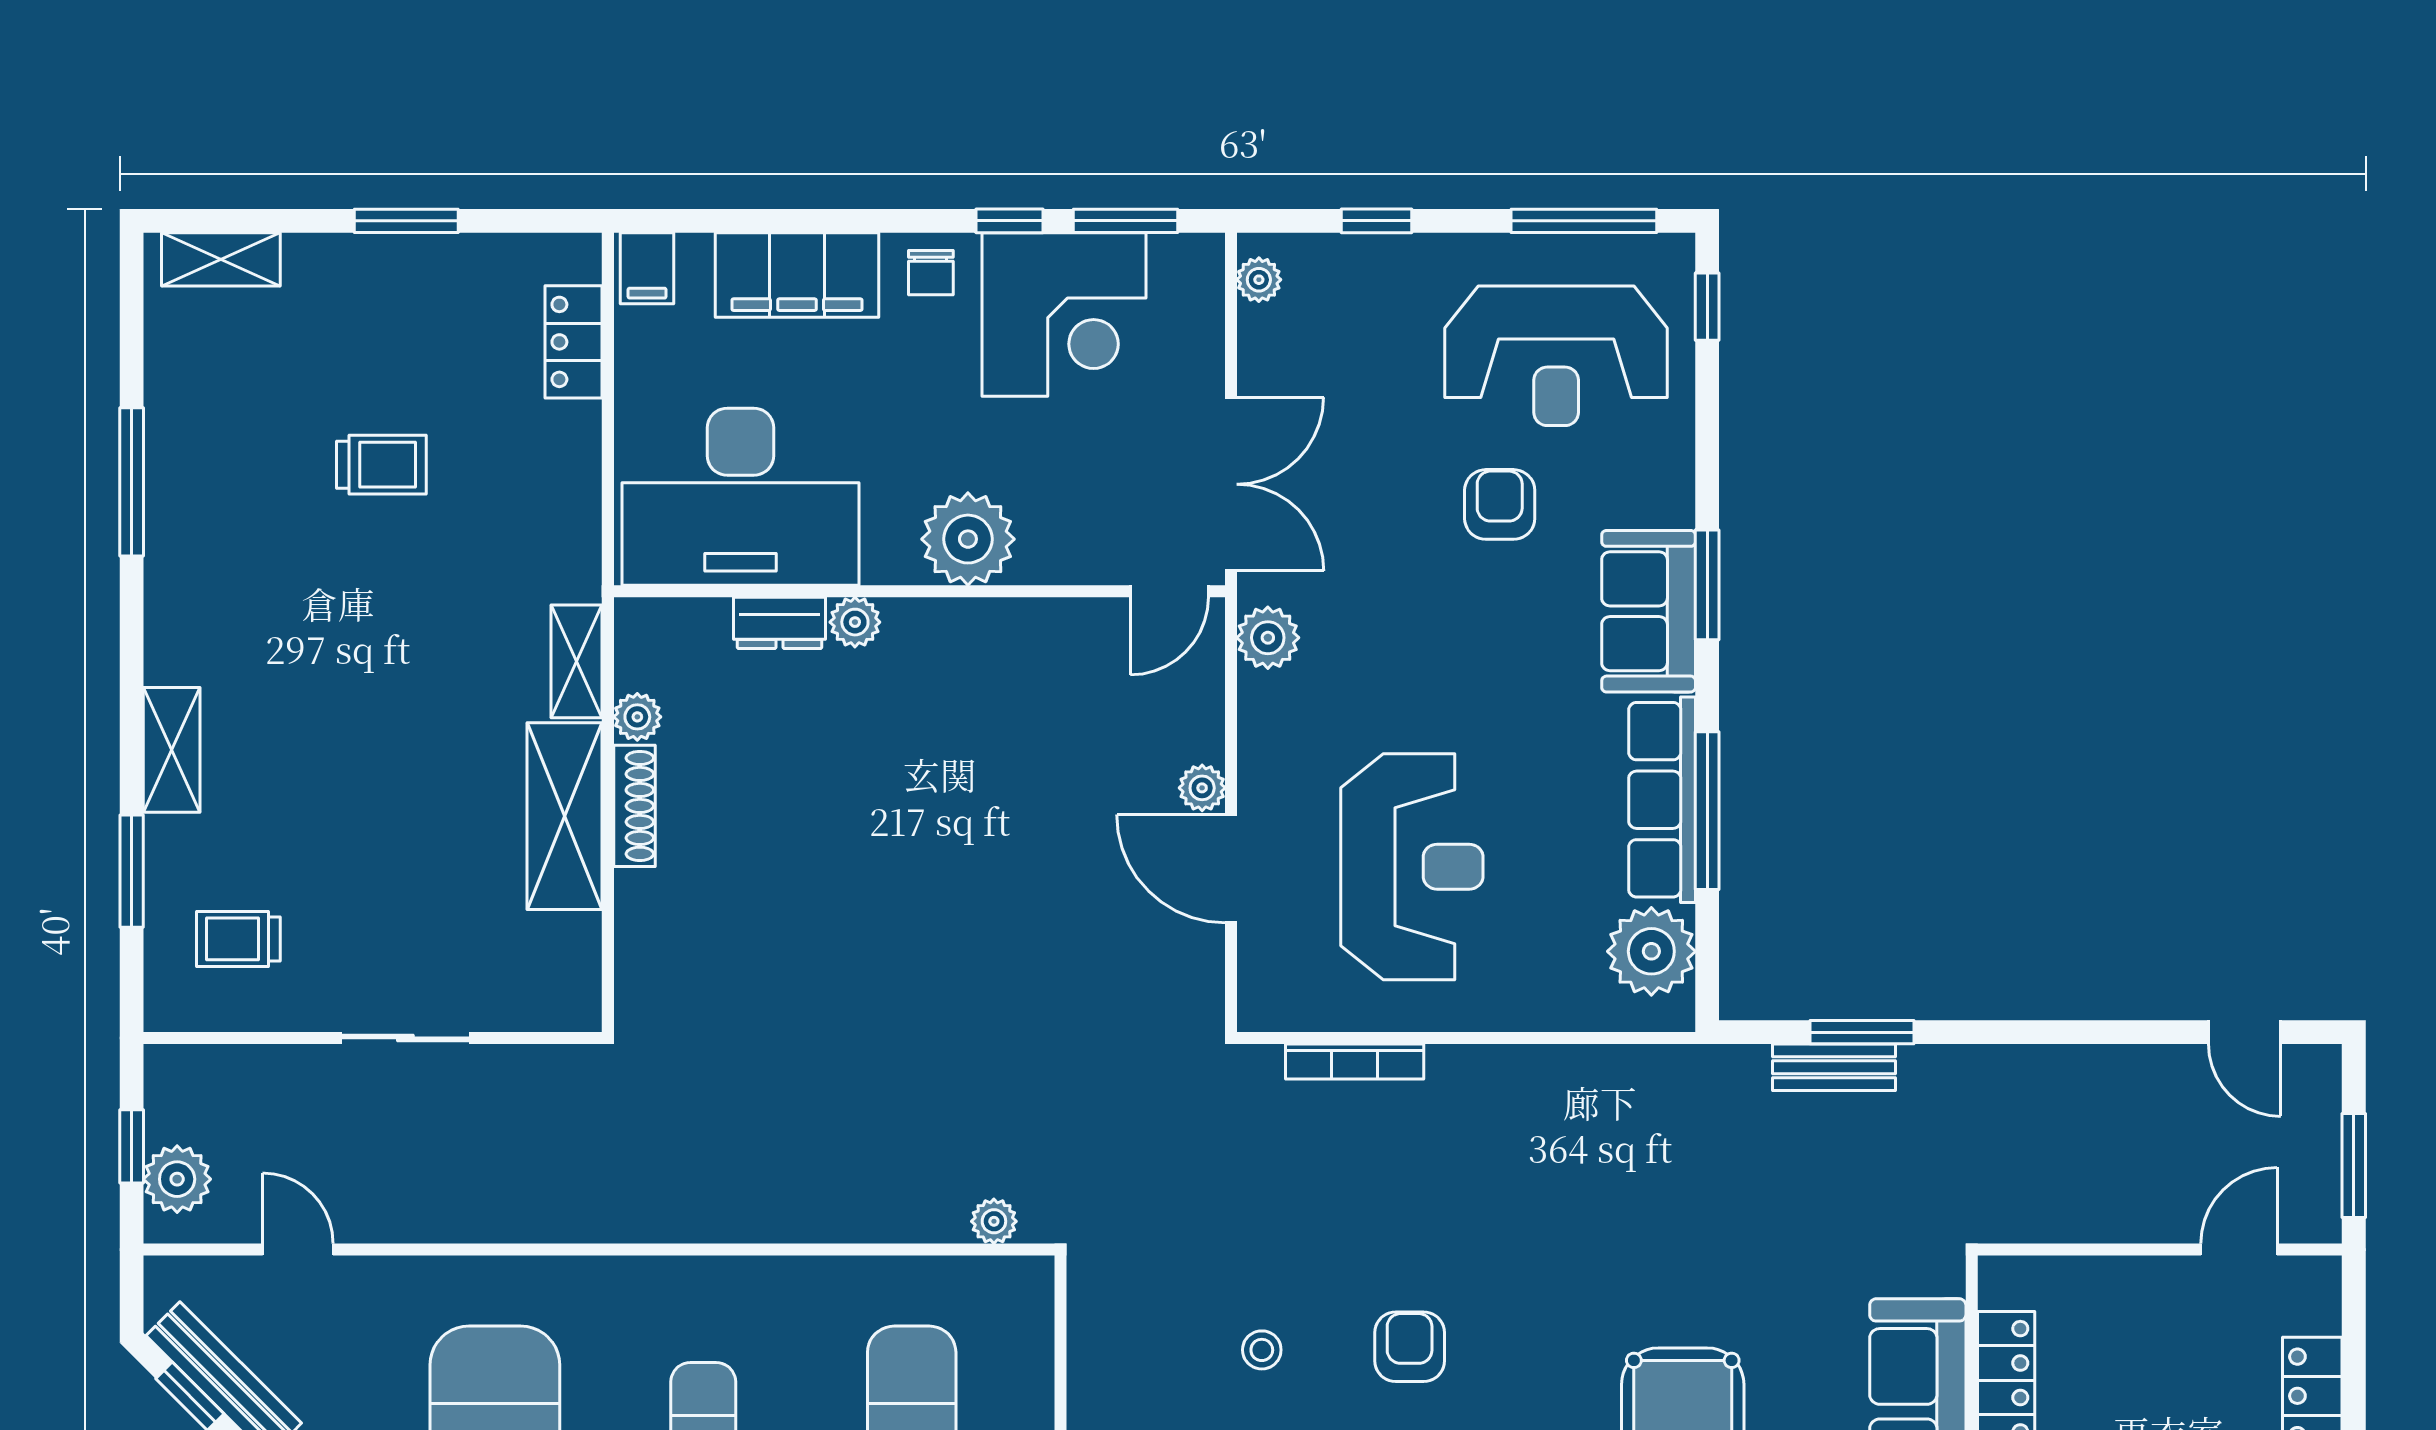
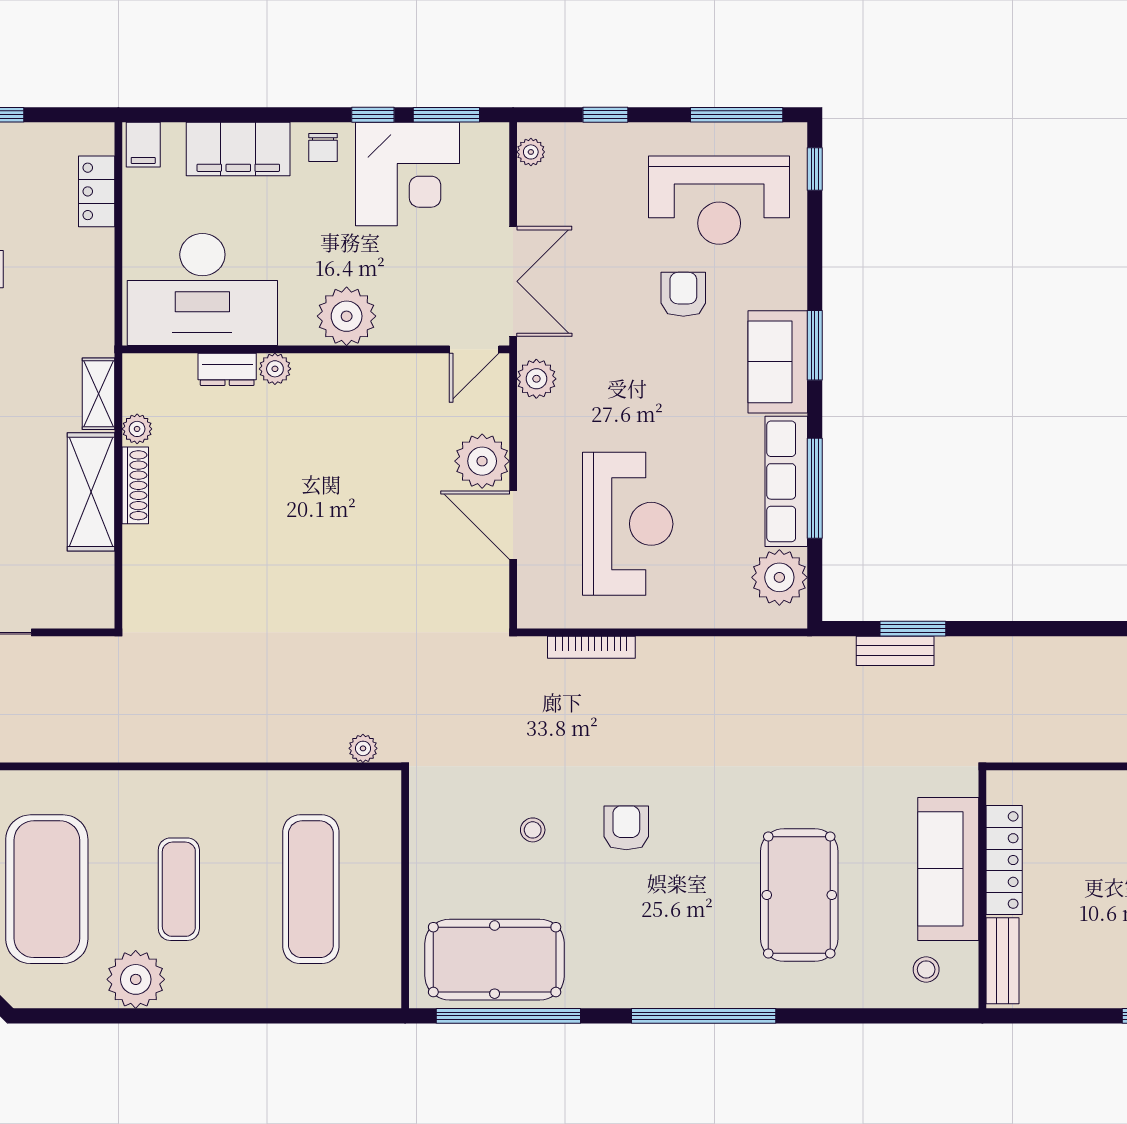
plant: (1202, 788) -> (482, 461), width x1.87, depth x1.87

